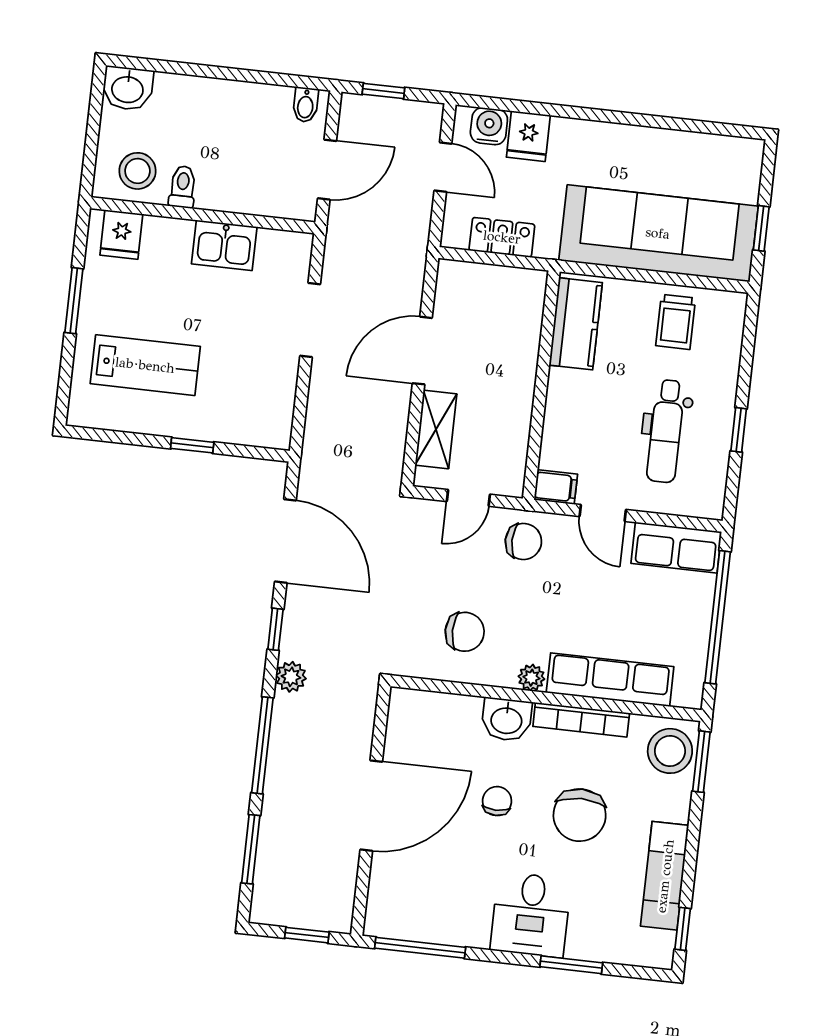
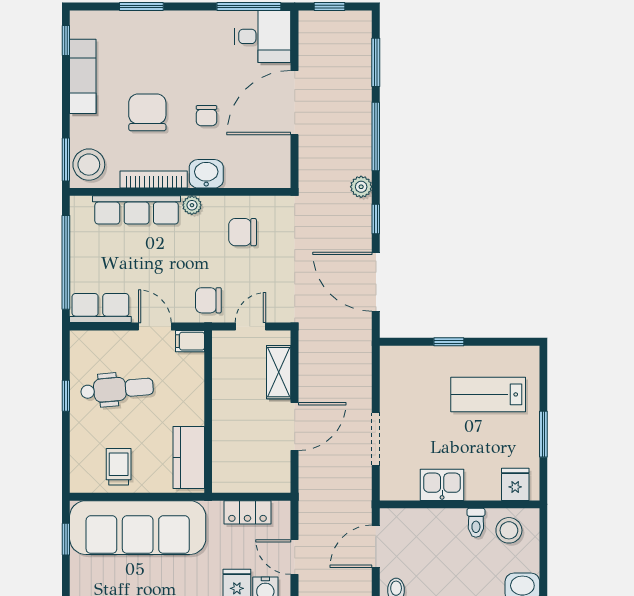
dental chair: (666, 431) -> (117, 389), turned 85
desk: (531, 915) -> (263, 36), moved, turned 90

